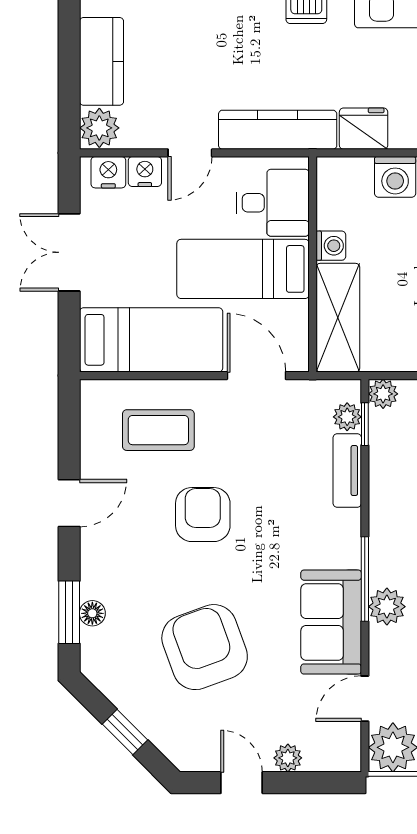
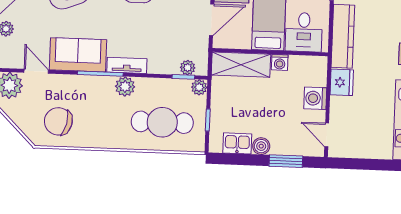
tv unit: (347, 471) -> (127, 65), moved
plant: (387, 607) -> (125, 87), moved

